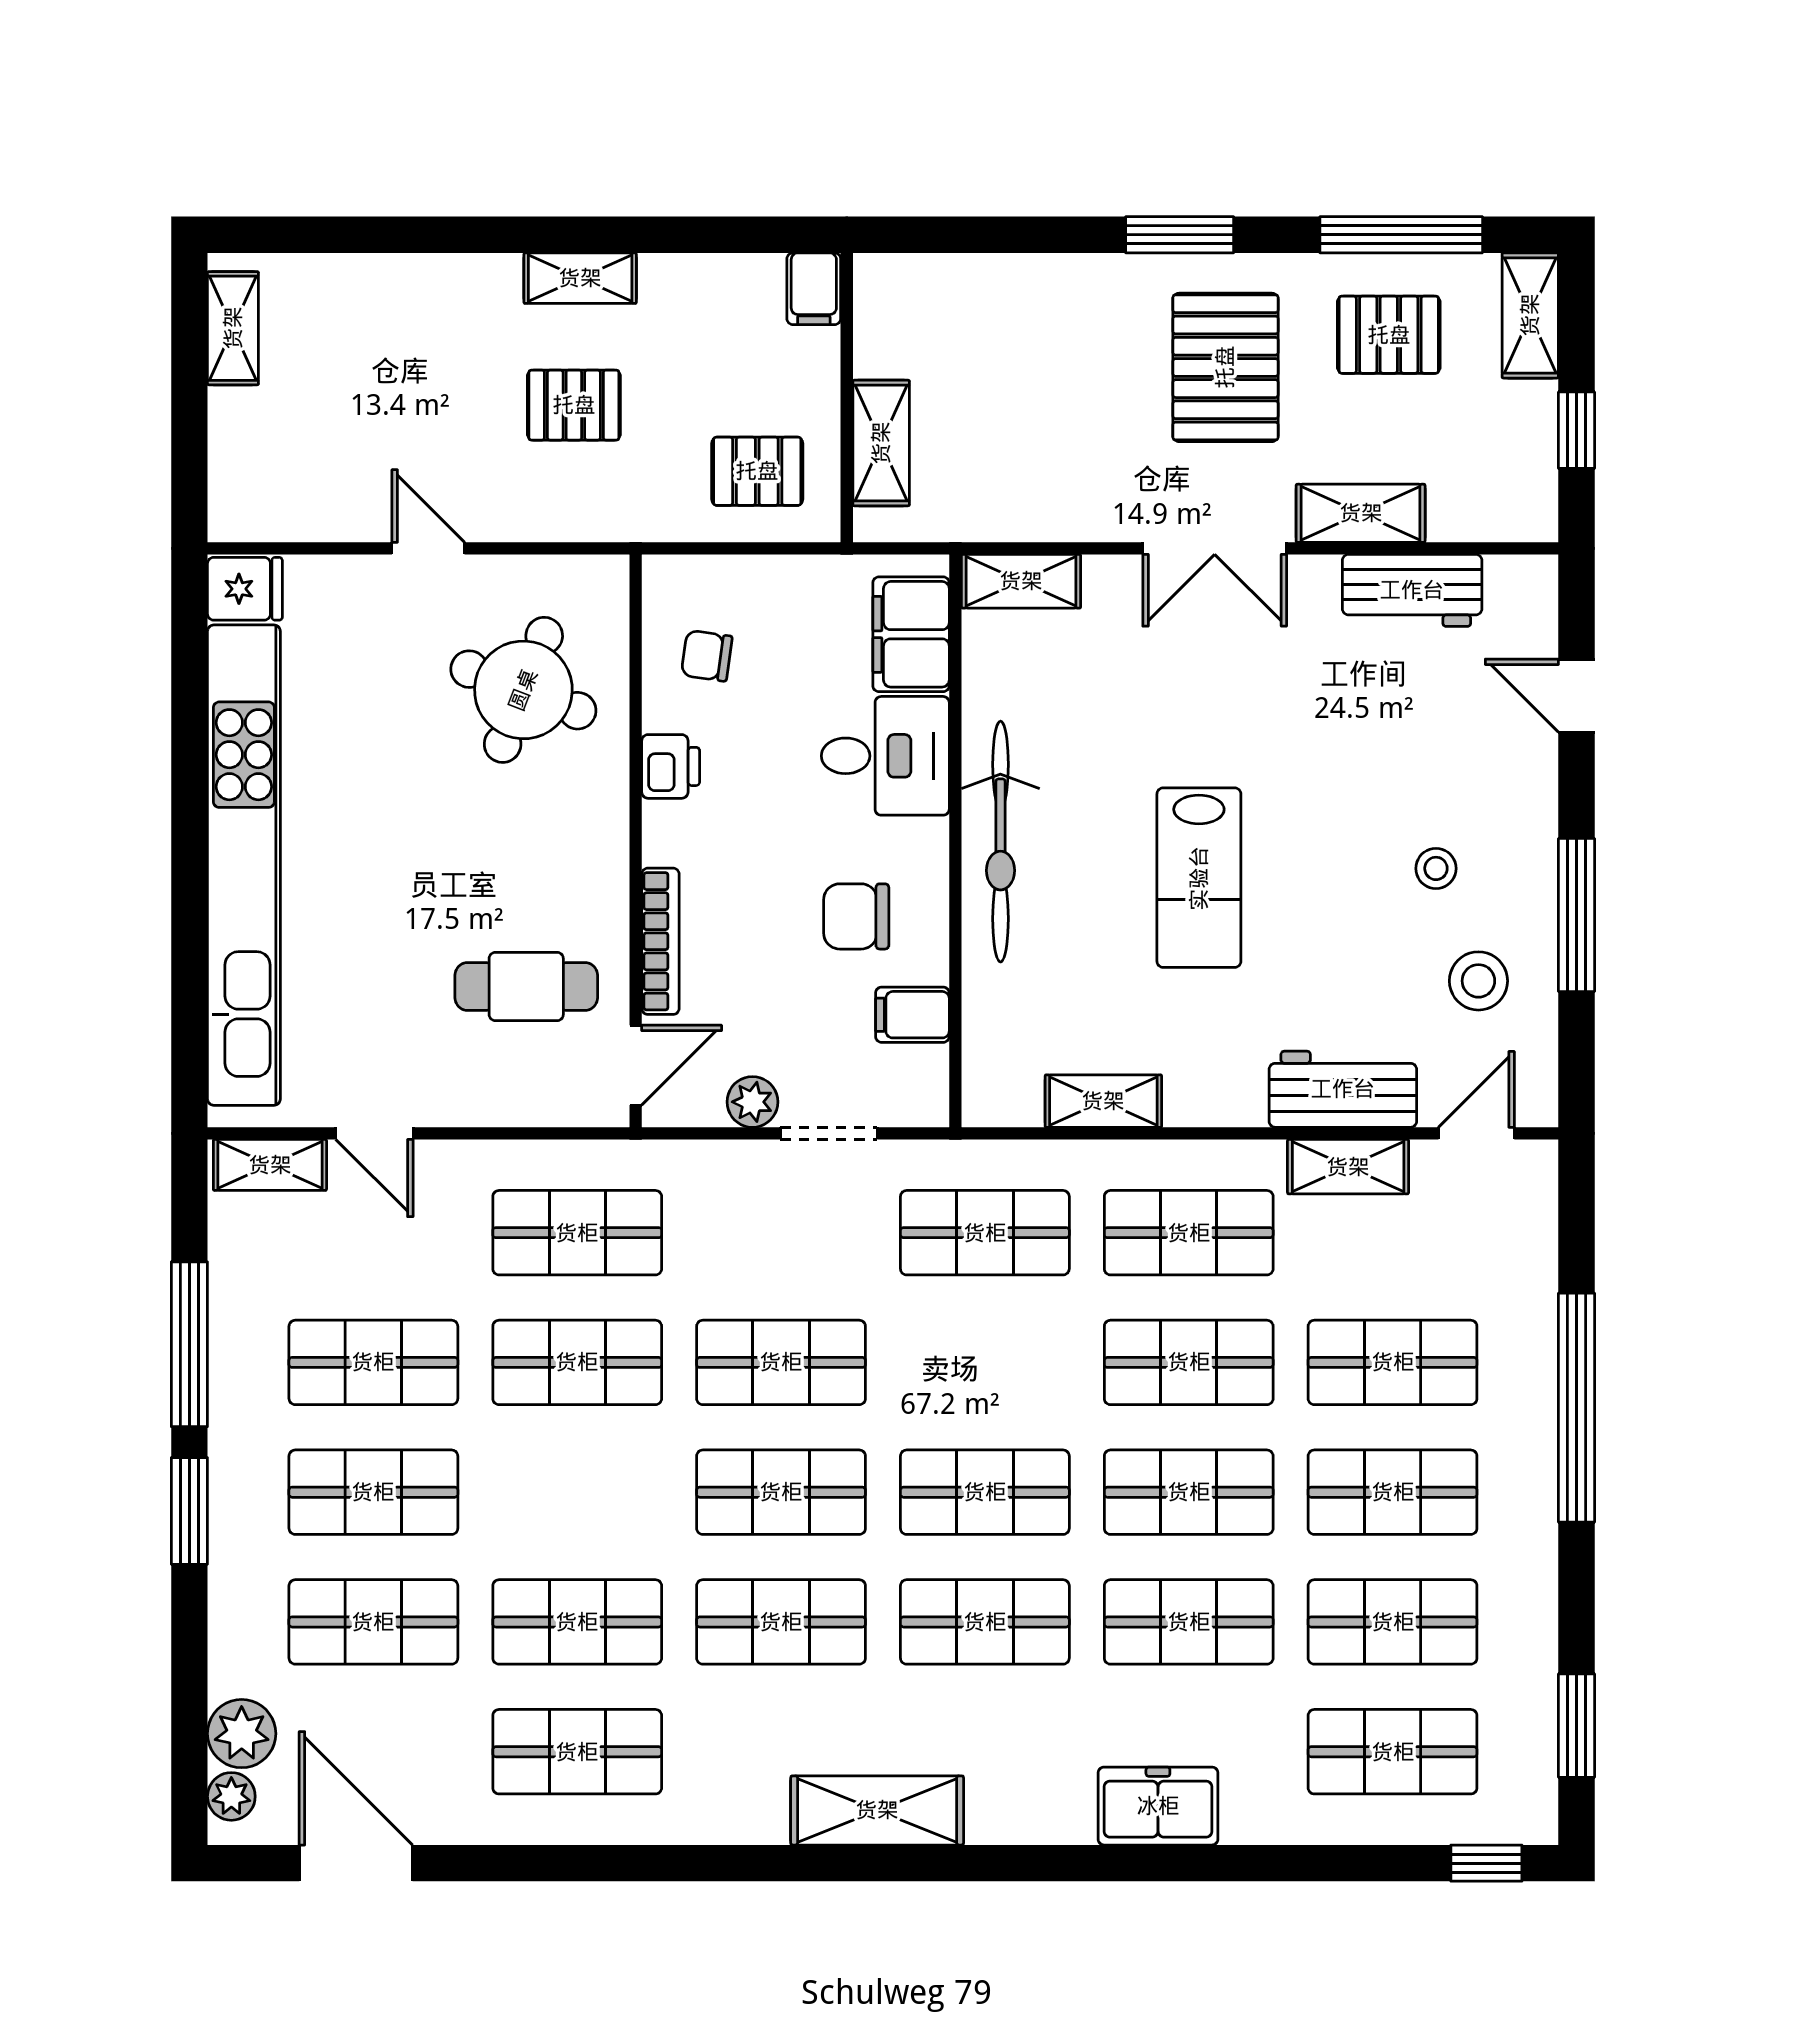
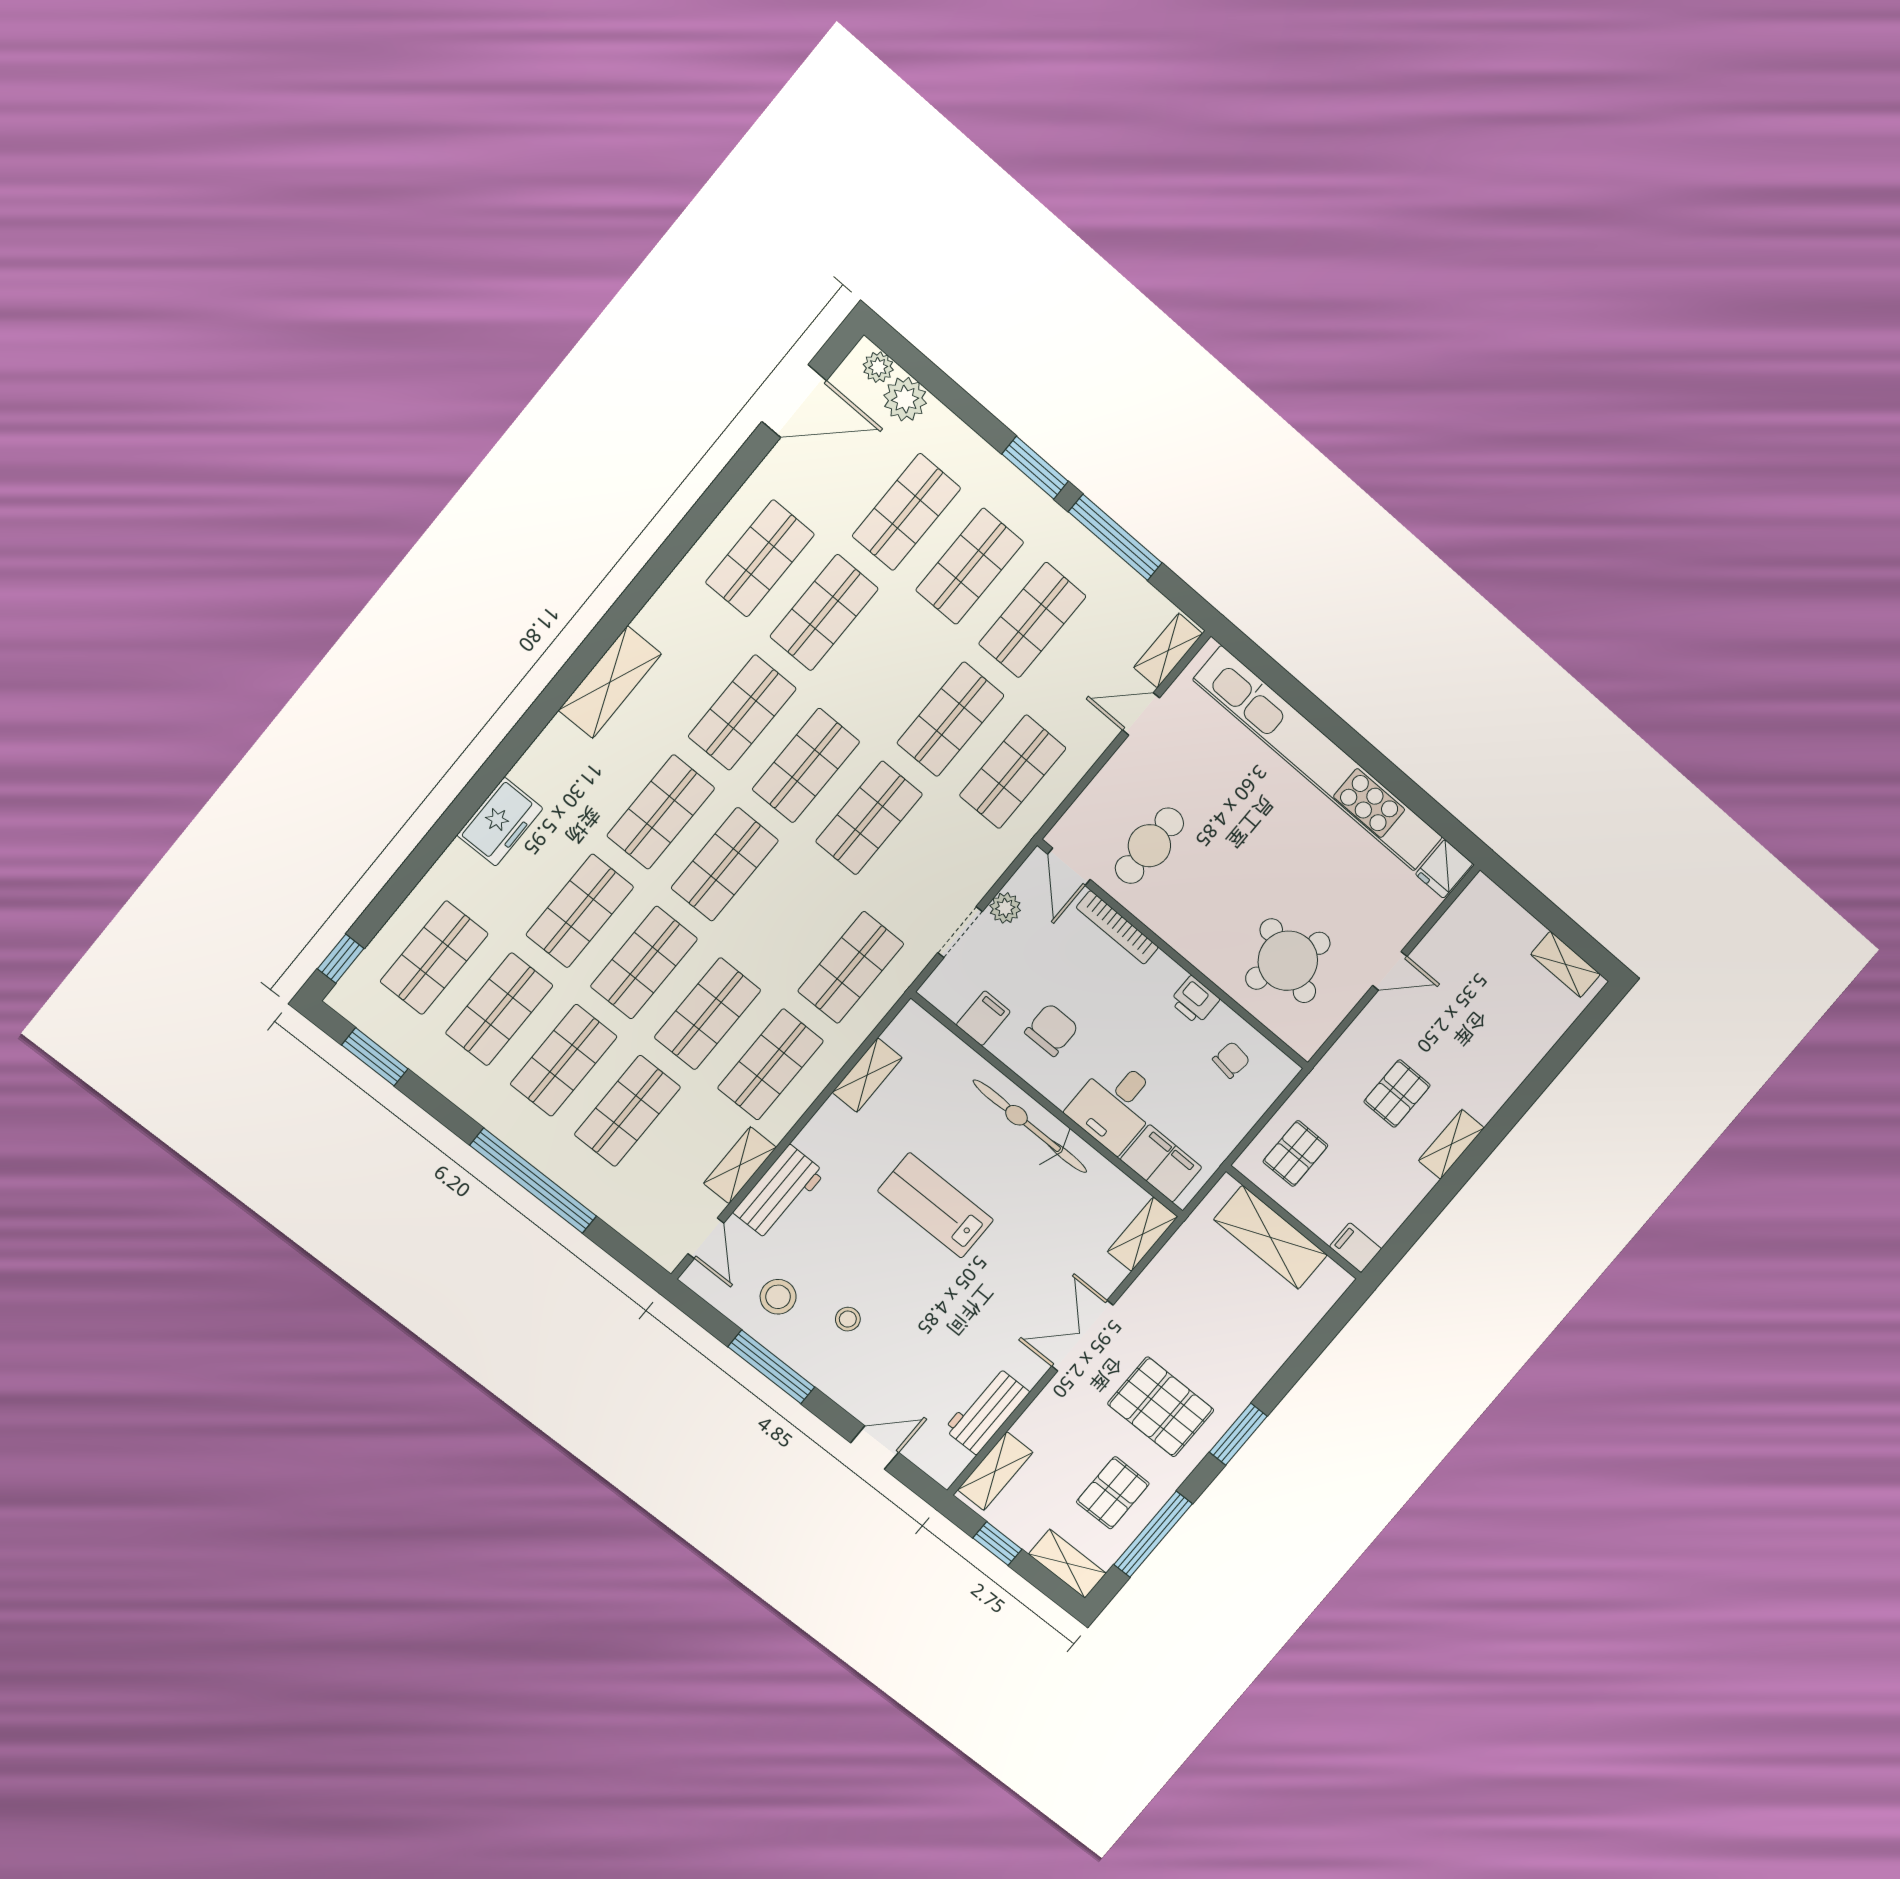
shelving: (881, 443) -> (1270, 1237), width x1.50, depth x1.33
shelving: (1361, 513) -> (995, 1471), moved

